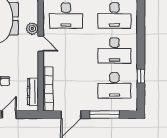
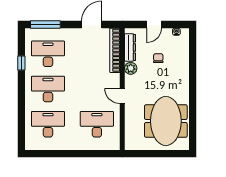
plant: (32, 29) -> (131, 68), moved
window: (105, 115) -> (45, 24), moved

